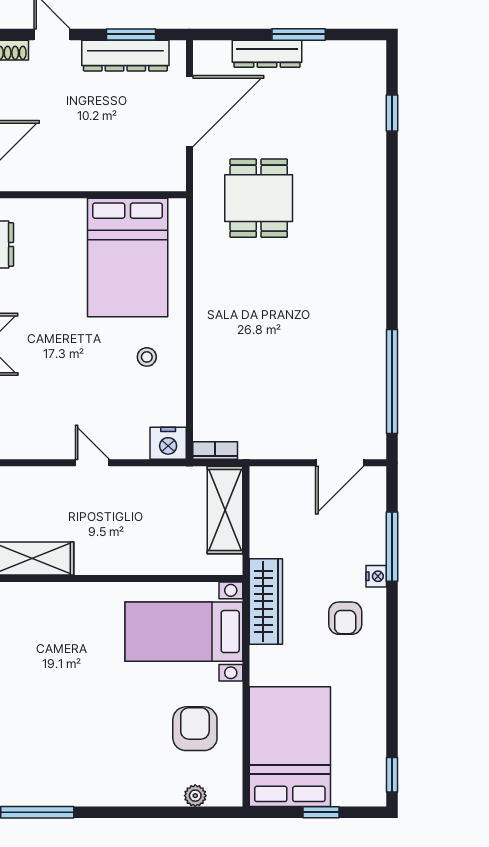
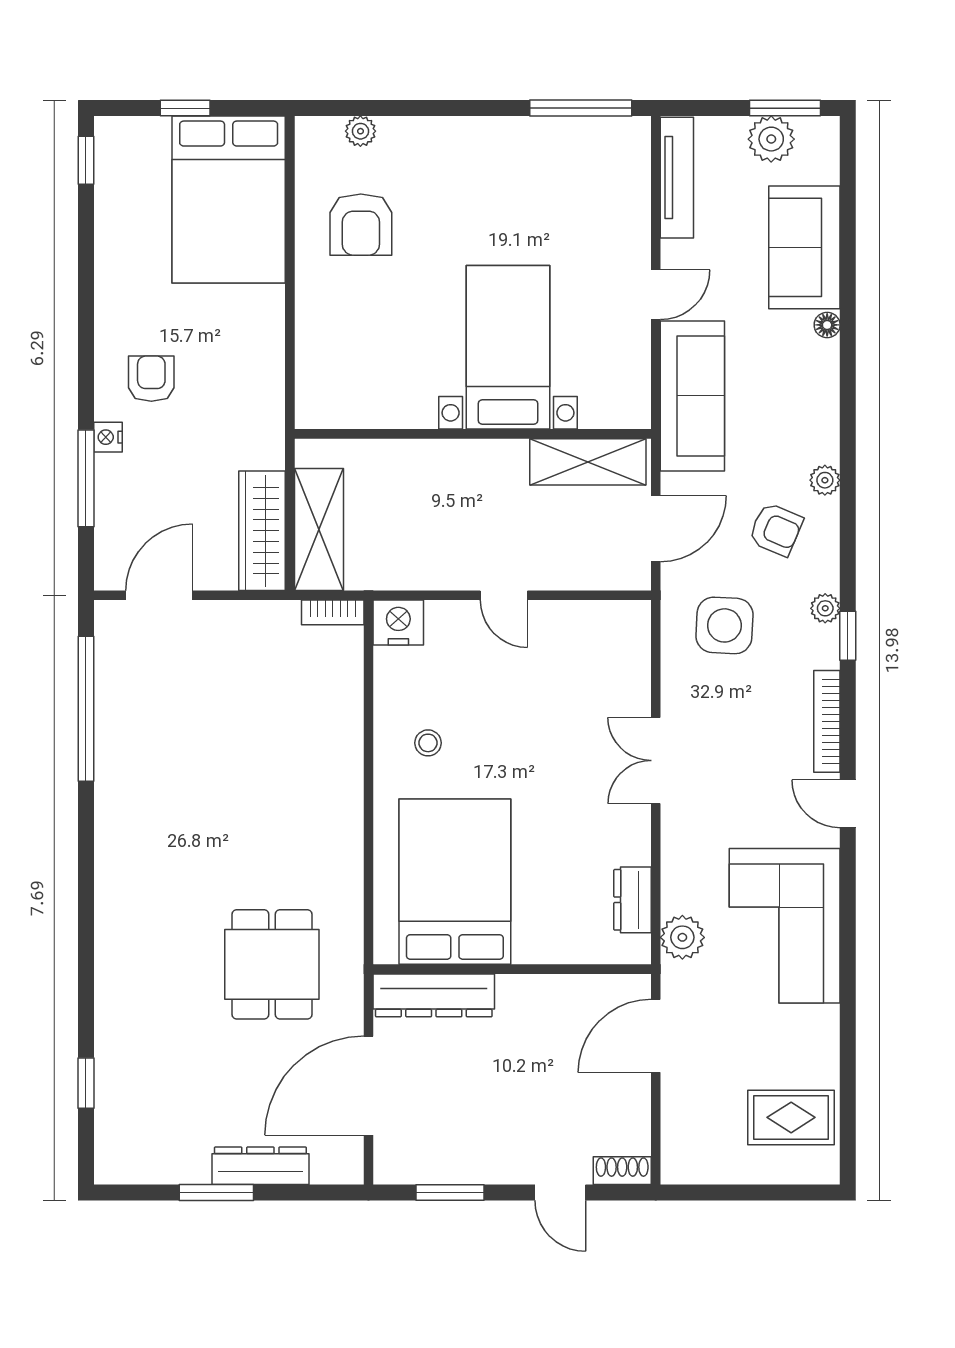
dresser: (125, 56) -> (434, 995), moved, turned 180
wardrobe: (266, 601) -> (262, 531), moved
bed with nightstands: (184, 632) -> (508, 347), moved, turned -90

